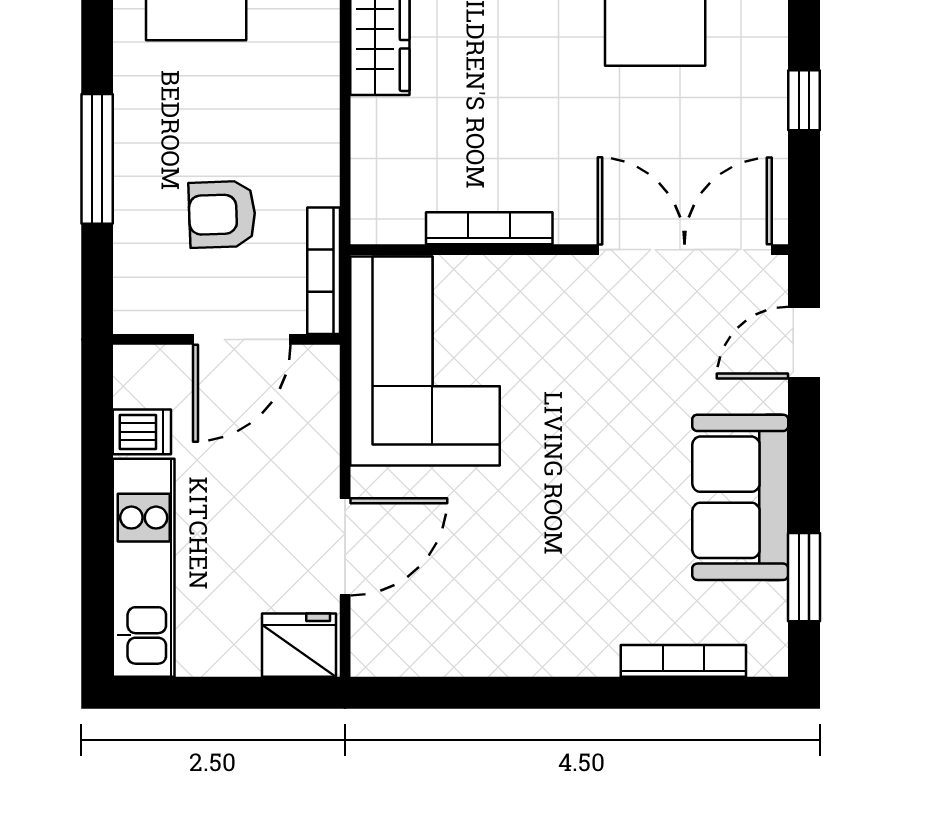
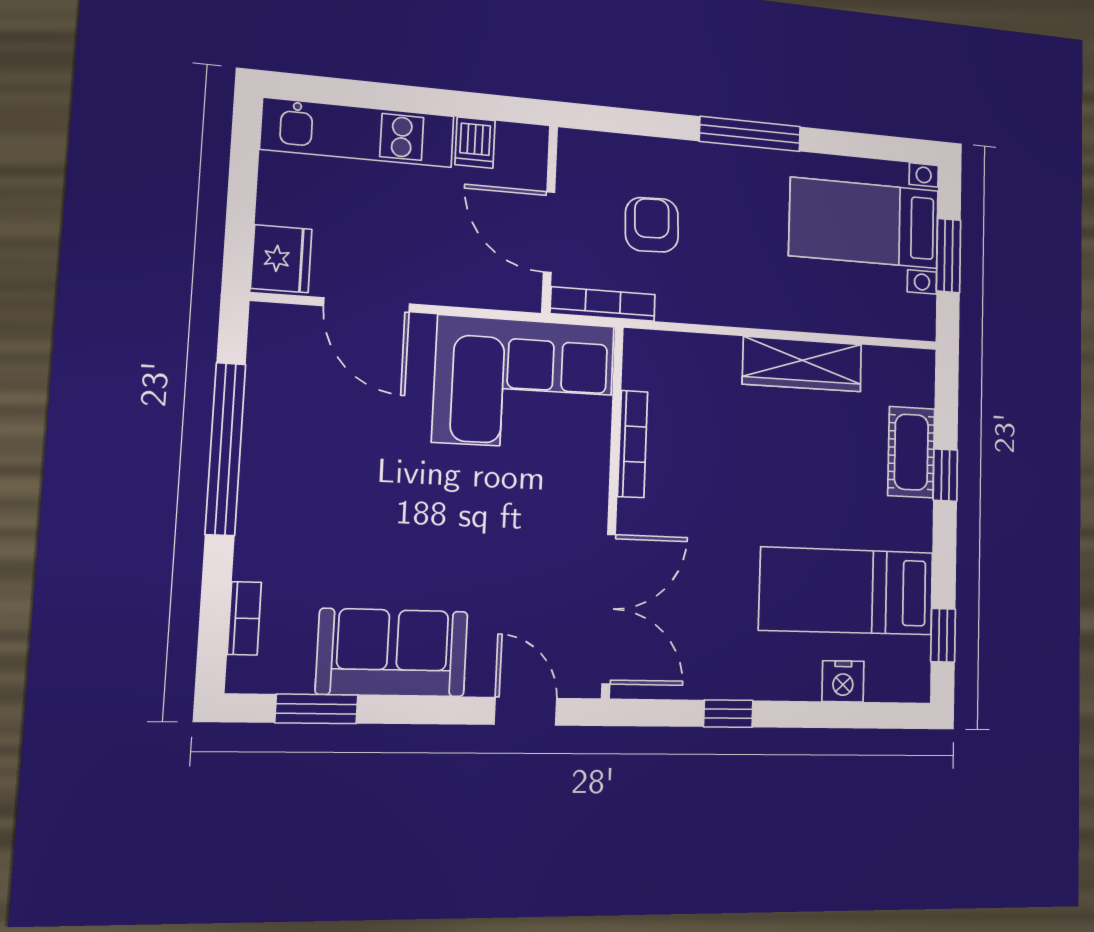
window: (97, 159) -> (750, 134), moved
bookcase: (683, 661) -> (244, 618), width x0.64
window: (519, 693) -> (225, 449), added

